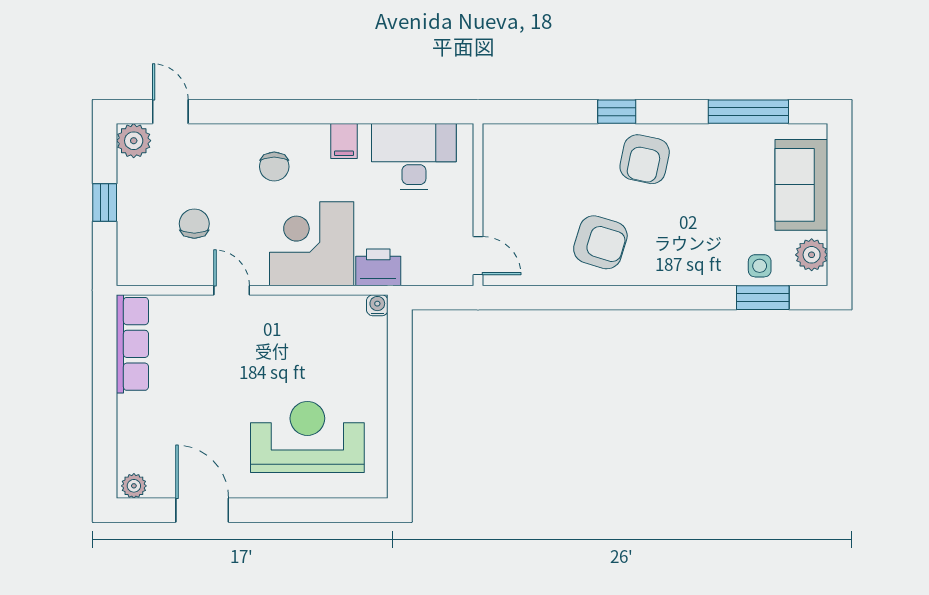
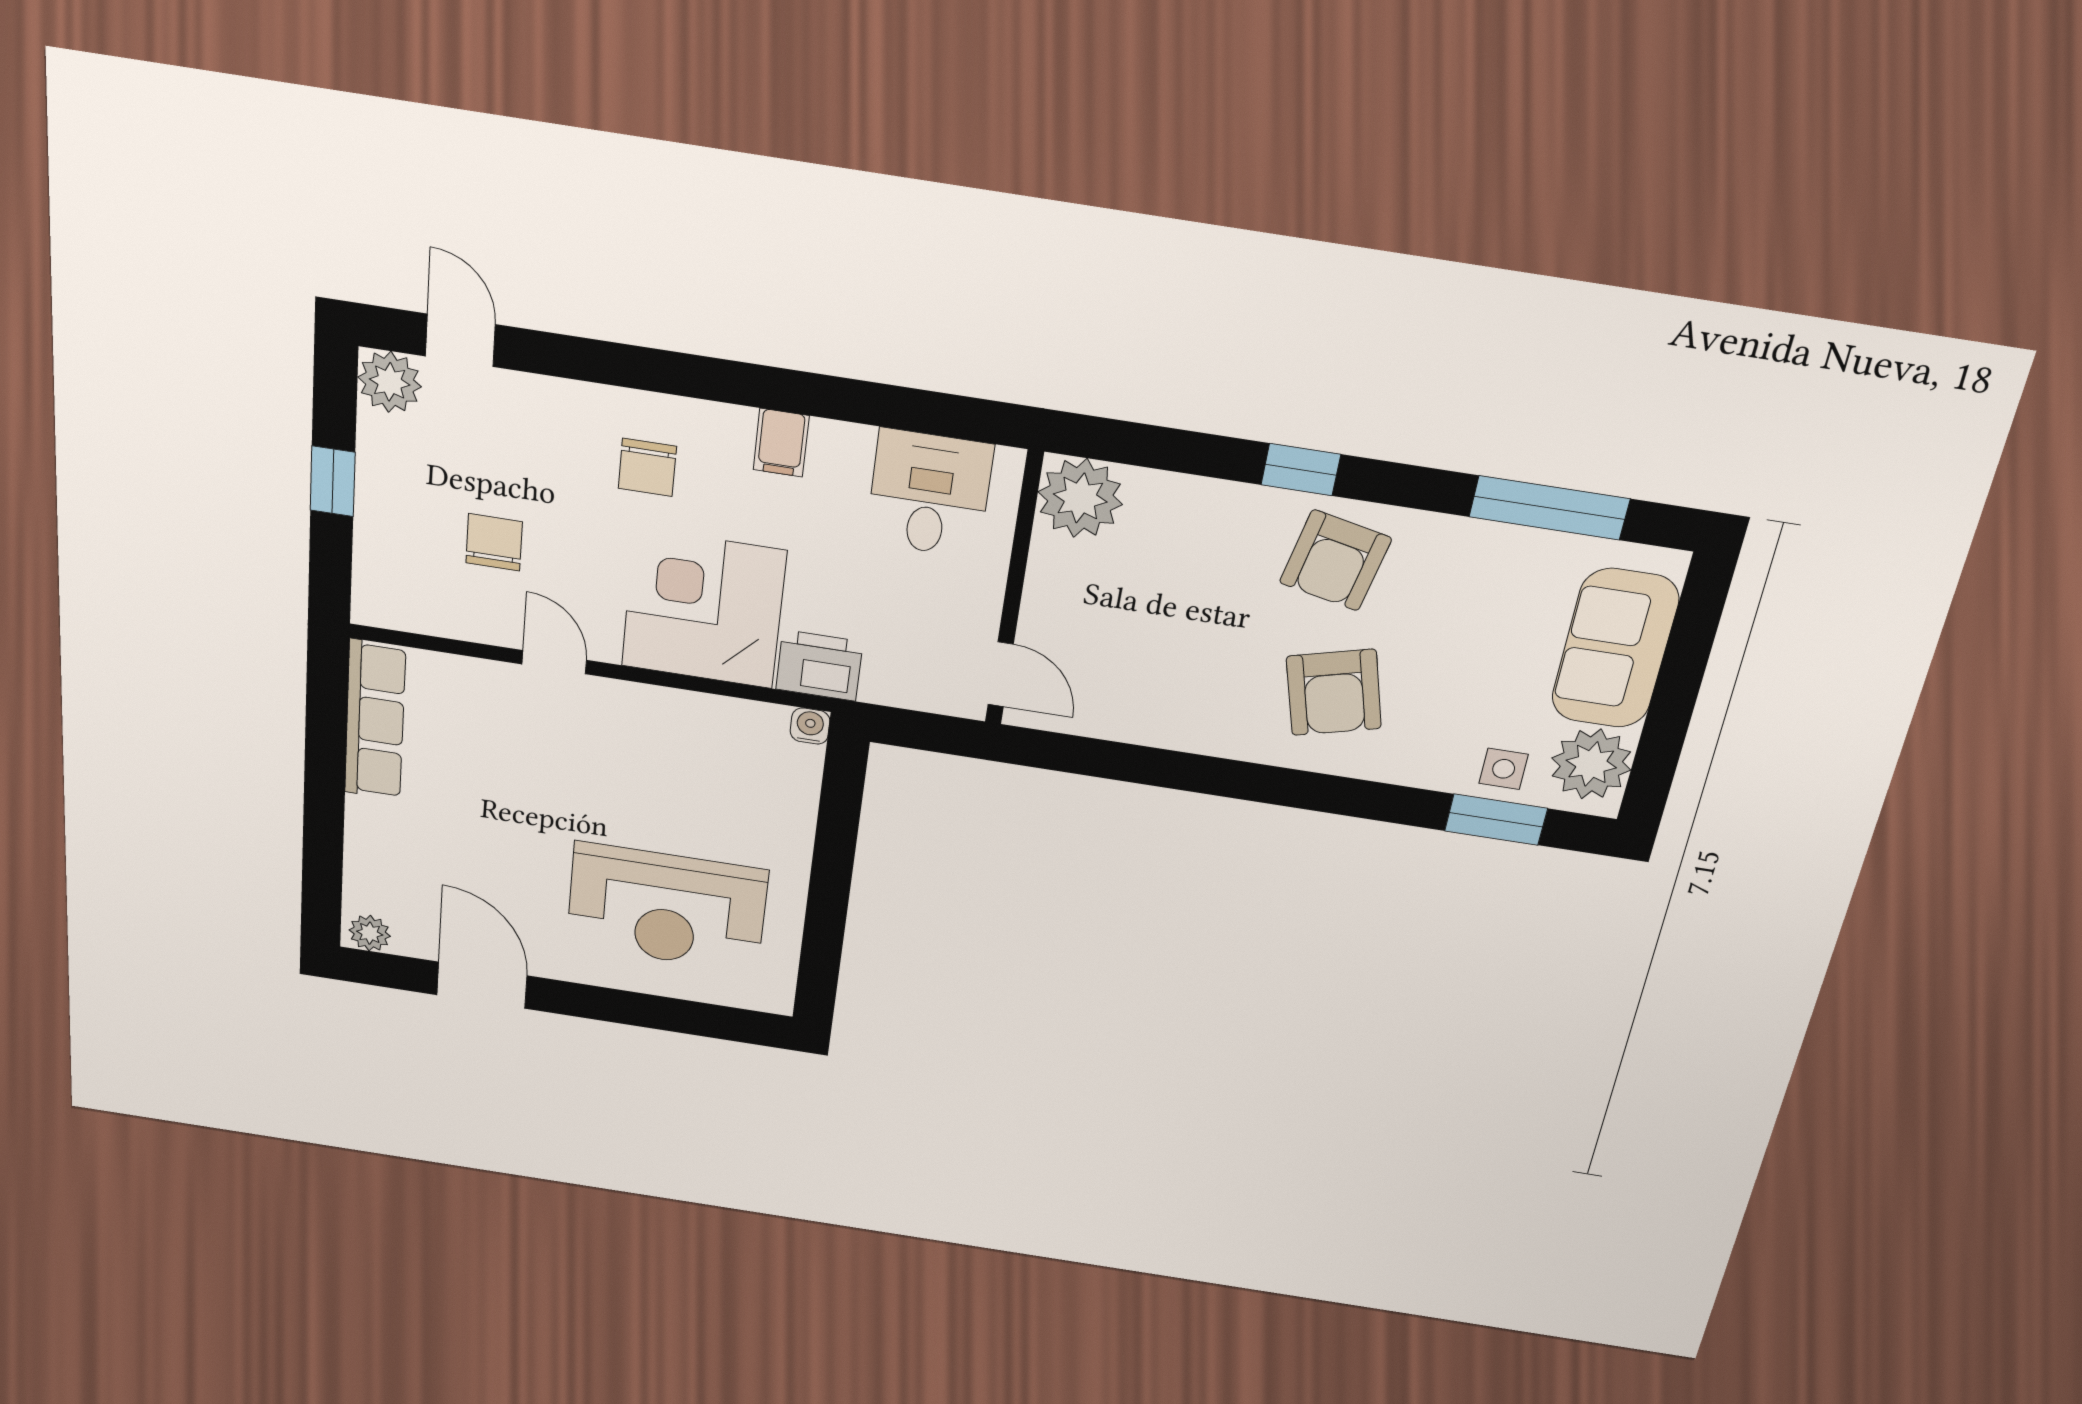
plant: (505, 146) -> (1080, 498), added
desk: (414, 157) -> (929, 493), width x0.73
armchair: (600, 242) -> (1334, 692), moved, turned 58
plant: (812, 255) -> (1591, 764), width x1.36, depth x1.36
reception desk: (307, 437) -> (667, 908), turned 180

